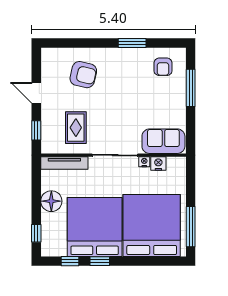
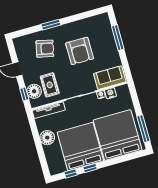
window: (132, 43) -> (51, 25), moved
armchair: (163, 67) -> (80, 51), moved, width x1.88, depth x1.88
floor lamp: (51, 130) -> (34, 91), added
window: (36, 233) -> (43, 161), removed

